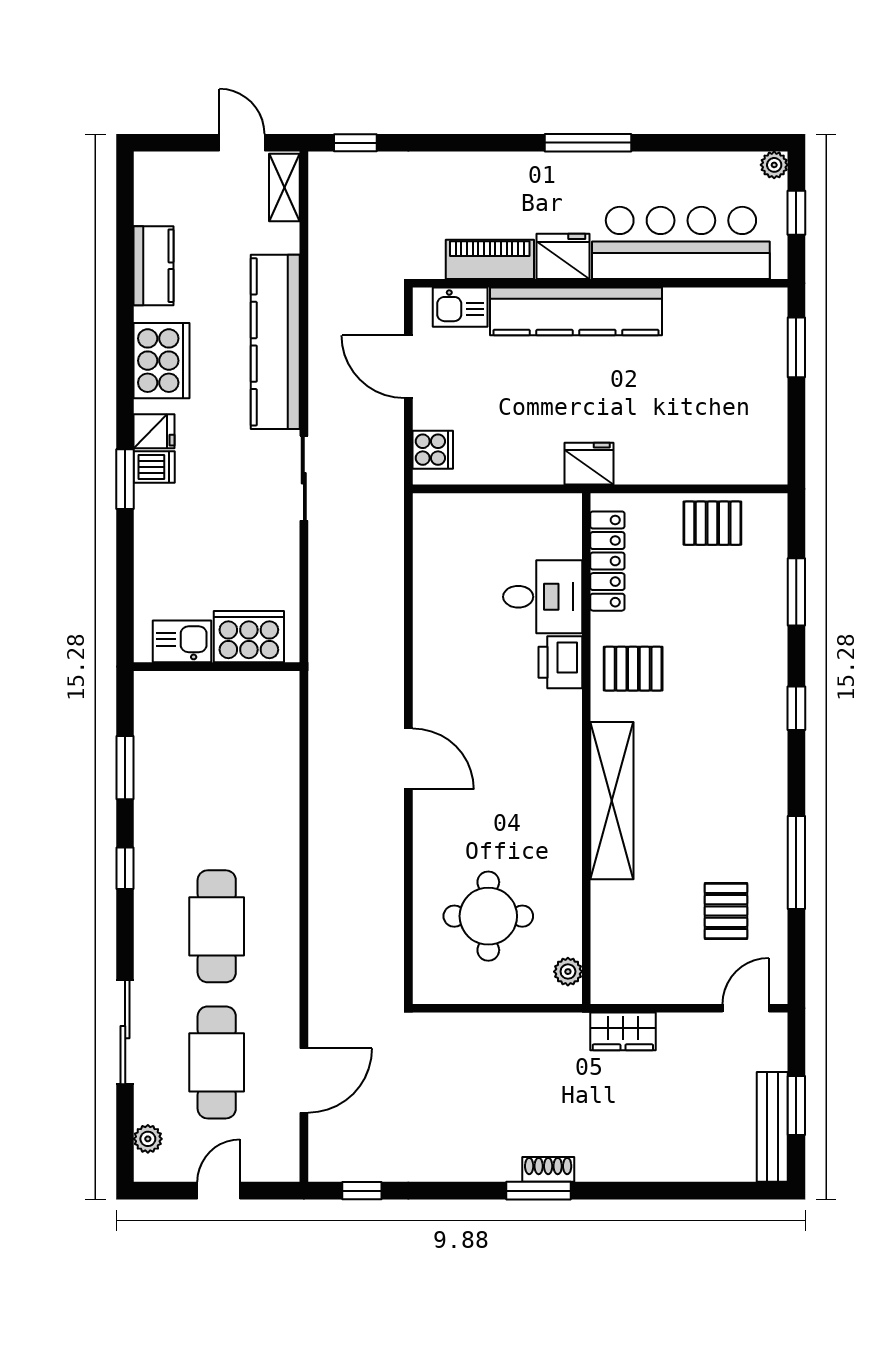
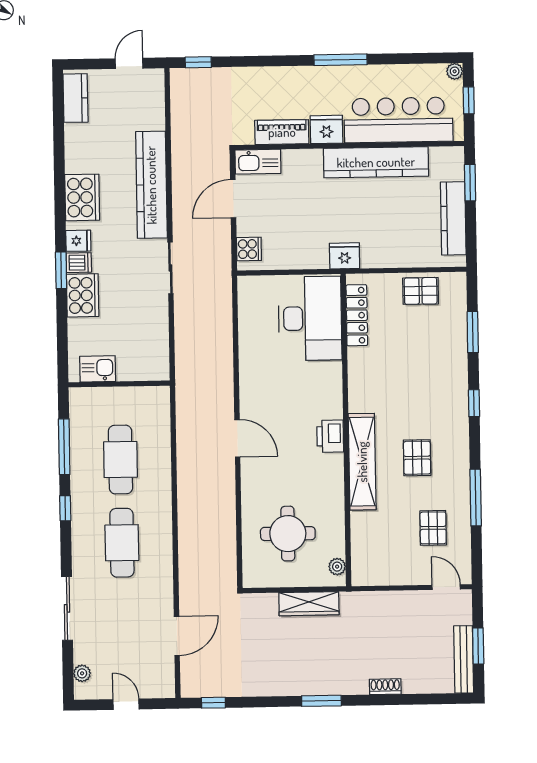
door: (242, 143) -> (129, 63), hinge flipped
shelving: (284, 188) -> (155, 90), removed
kitchen counter: (153, 266) -> (76, 98), moved
kitchen sink: (460, 307) -> (258, 162), width x1.38
kitchen counter: (576, 311) -> (376, 162), moved
door: (408, 367) -> (233, 199), hinge flipped
kitchen counter: (768, 405) -> (453, 218), added
desk: (543, 597) -> (310, 318), width x1.87, depth x1.30
cooker: (249, 637) -> (83, 295), moved, turned 90
printer: (560, 662) -> (330, 436), moved
pallet: (633, 669) -> (417, 458), moved, turned 90
window: (125, 768) -> (64, 447), width x1.44
door: (746, 1008) -> (446, 587), hinge flipped
wardrobe: (623, 1031) -> (309, 604), moved, width x1.50
cafe table: (217, 1062) -> (120, 460), moved
shoe rack: (548, 1169) -> (385, 687), moved
door: (219, 1191) -> (126, 704), hinge flipped

